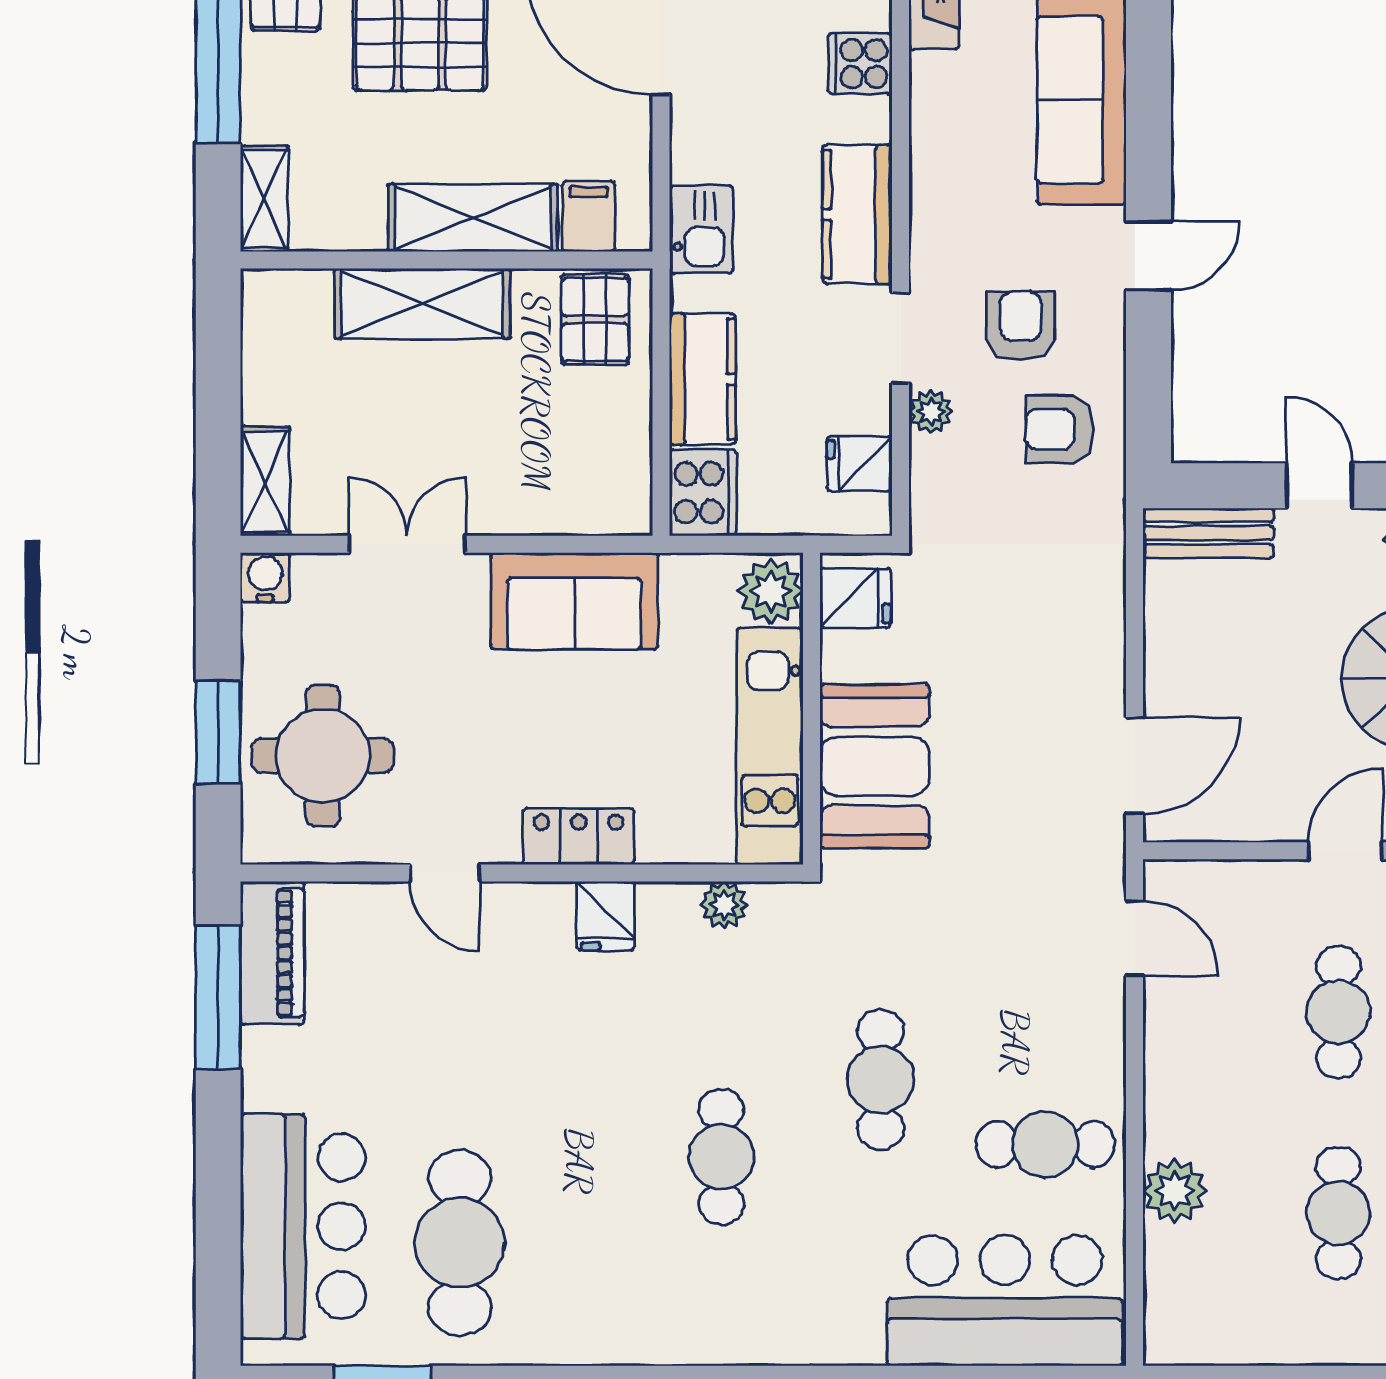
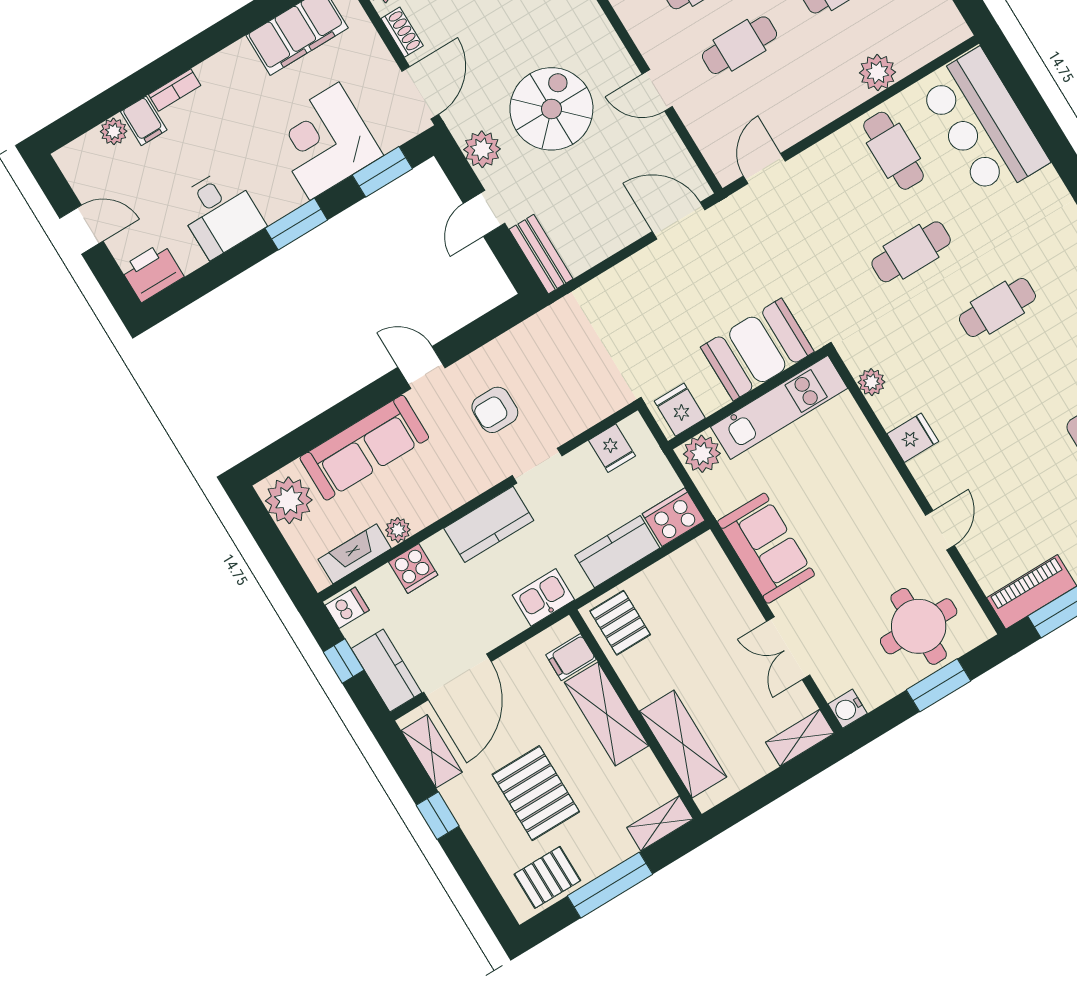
shelving: (422, 304) -> (683, 744), moved
pallet: (595, 320) -> (620, 623), turned 90
plant: (931, 412) -> (398, 530), moved
armchair: (1060, 429) -> (534, 359), removed
locker: (579, 836) -> (881, 475), removed

